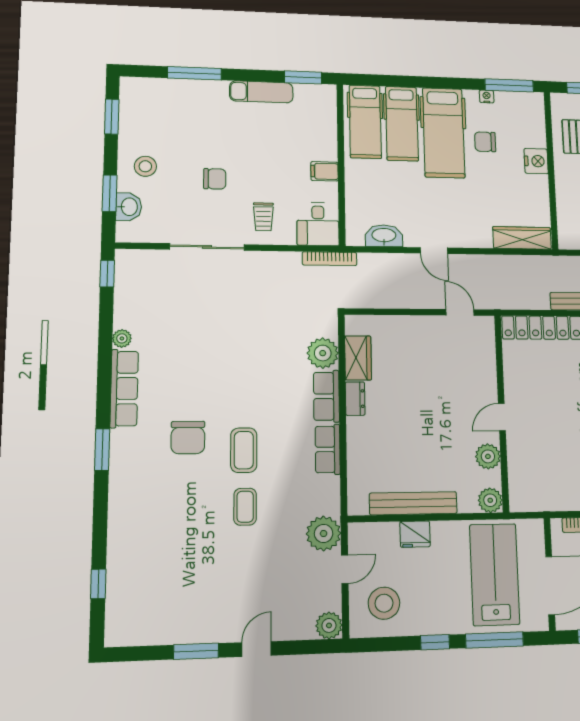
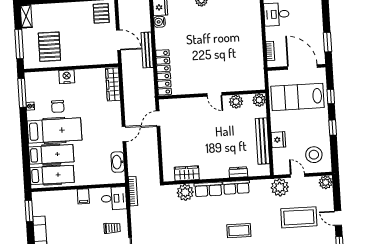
dresser: (355, 399) -> (238, 172), moved
coffee table: (245, 507) -> (299, 217), moved, width x1.86, depth x1.72
window: (494, 640) -> (331, 96), width x0.46

